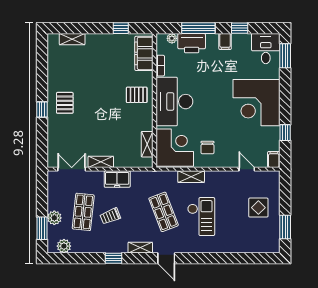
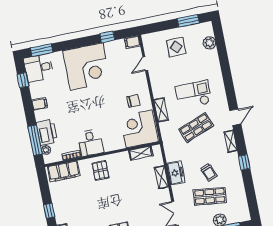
window: (121, 28) -> (49, 211), moved
window: (198, 28) -> (35, 140), moved
window: (240, 28) -> (23, 80), moved
desk: (174, 102) -> (91, 143), width x0.53, depth x0.77
shelving: (101, 162) -> (161, 177), moved
plant: (64, 246) -> (210, 43), moved

